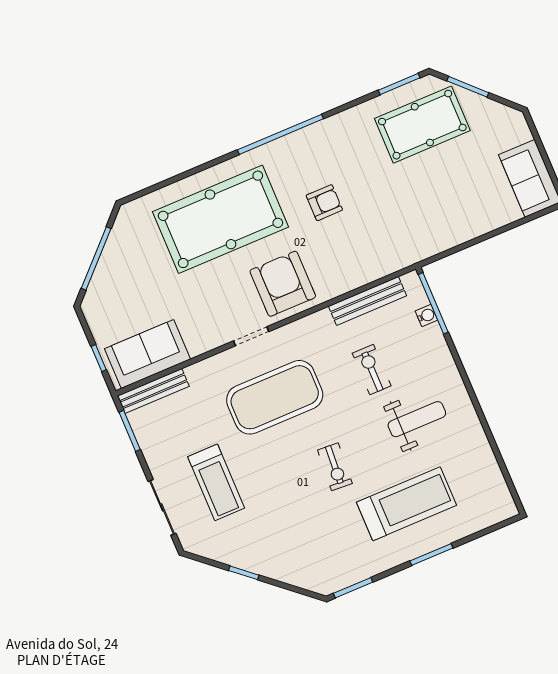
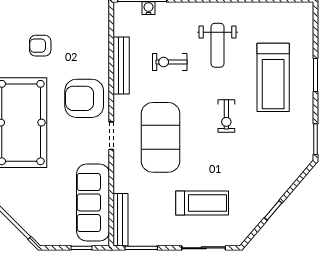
armchair: (324, 203) -> (40, 46), turned -90
bench: (368, 301) -> (121, 66), moved
sofa: (148, 354) -> (93, 202), width x1.36
weight bench: (417, 419) -> (218, 45), turned 180
exercise bike: (335, 467) -> (226, 116), turned 86
treadmill: (407, 504) -> (273, 77), turned 180

